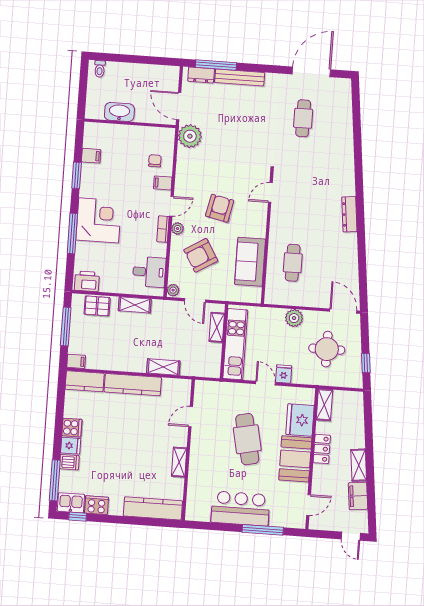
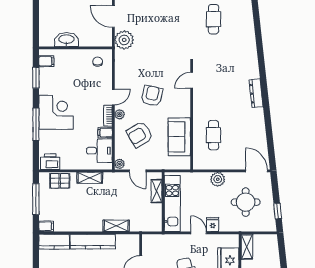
washbasin: (119, 112) -> (66, 40), moved
wall: (130, 123) -> (76, 48), moved
filing cabinet: (163, 183) -> (105, 132), moved

